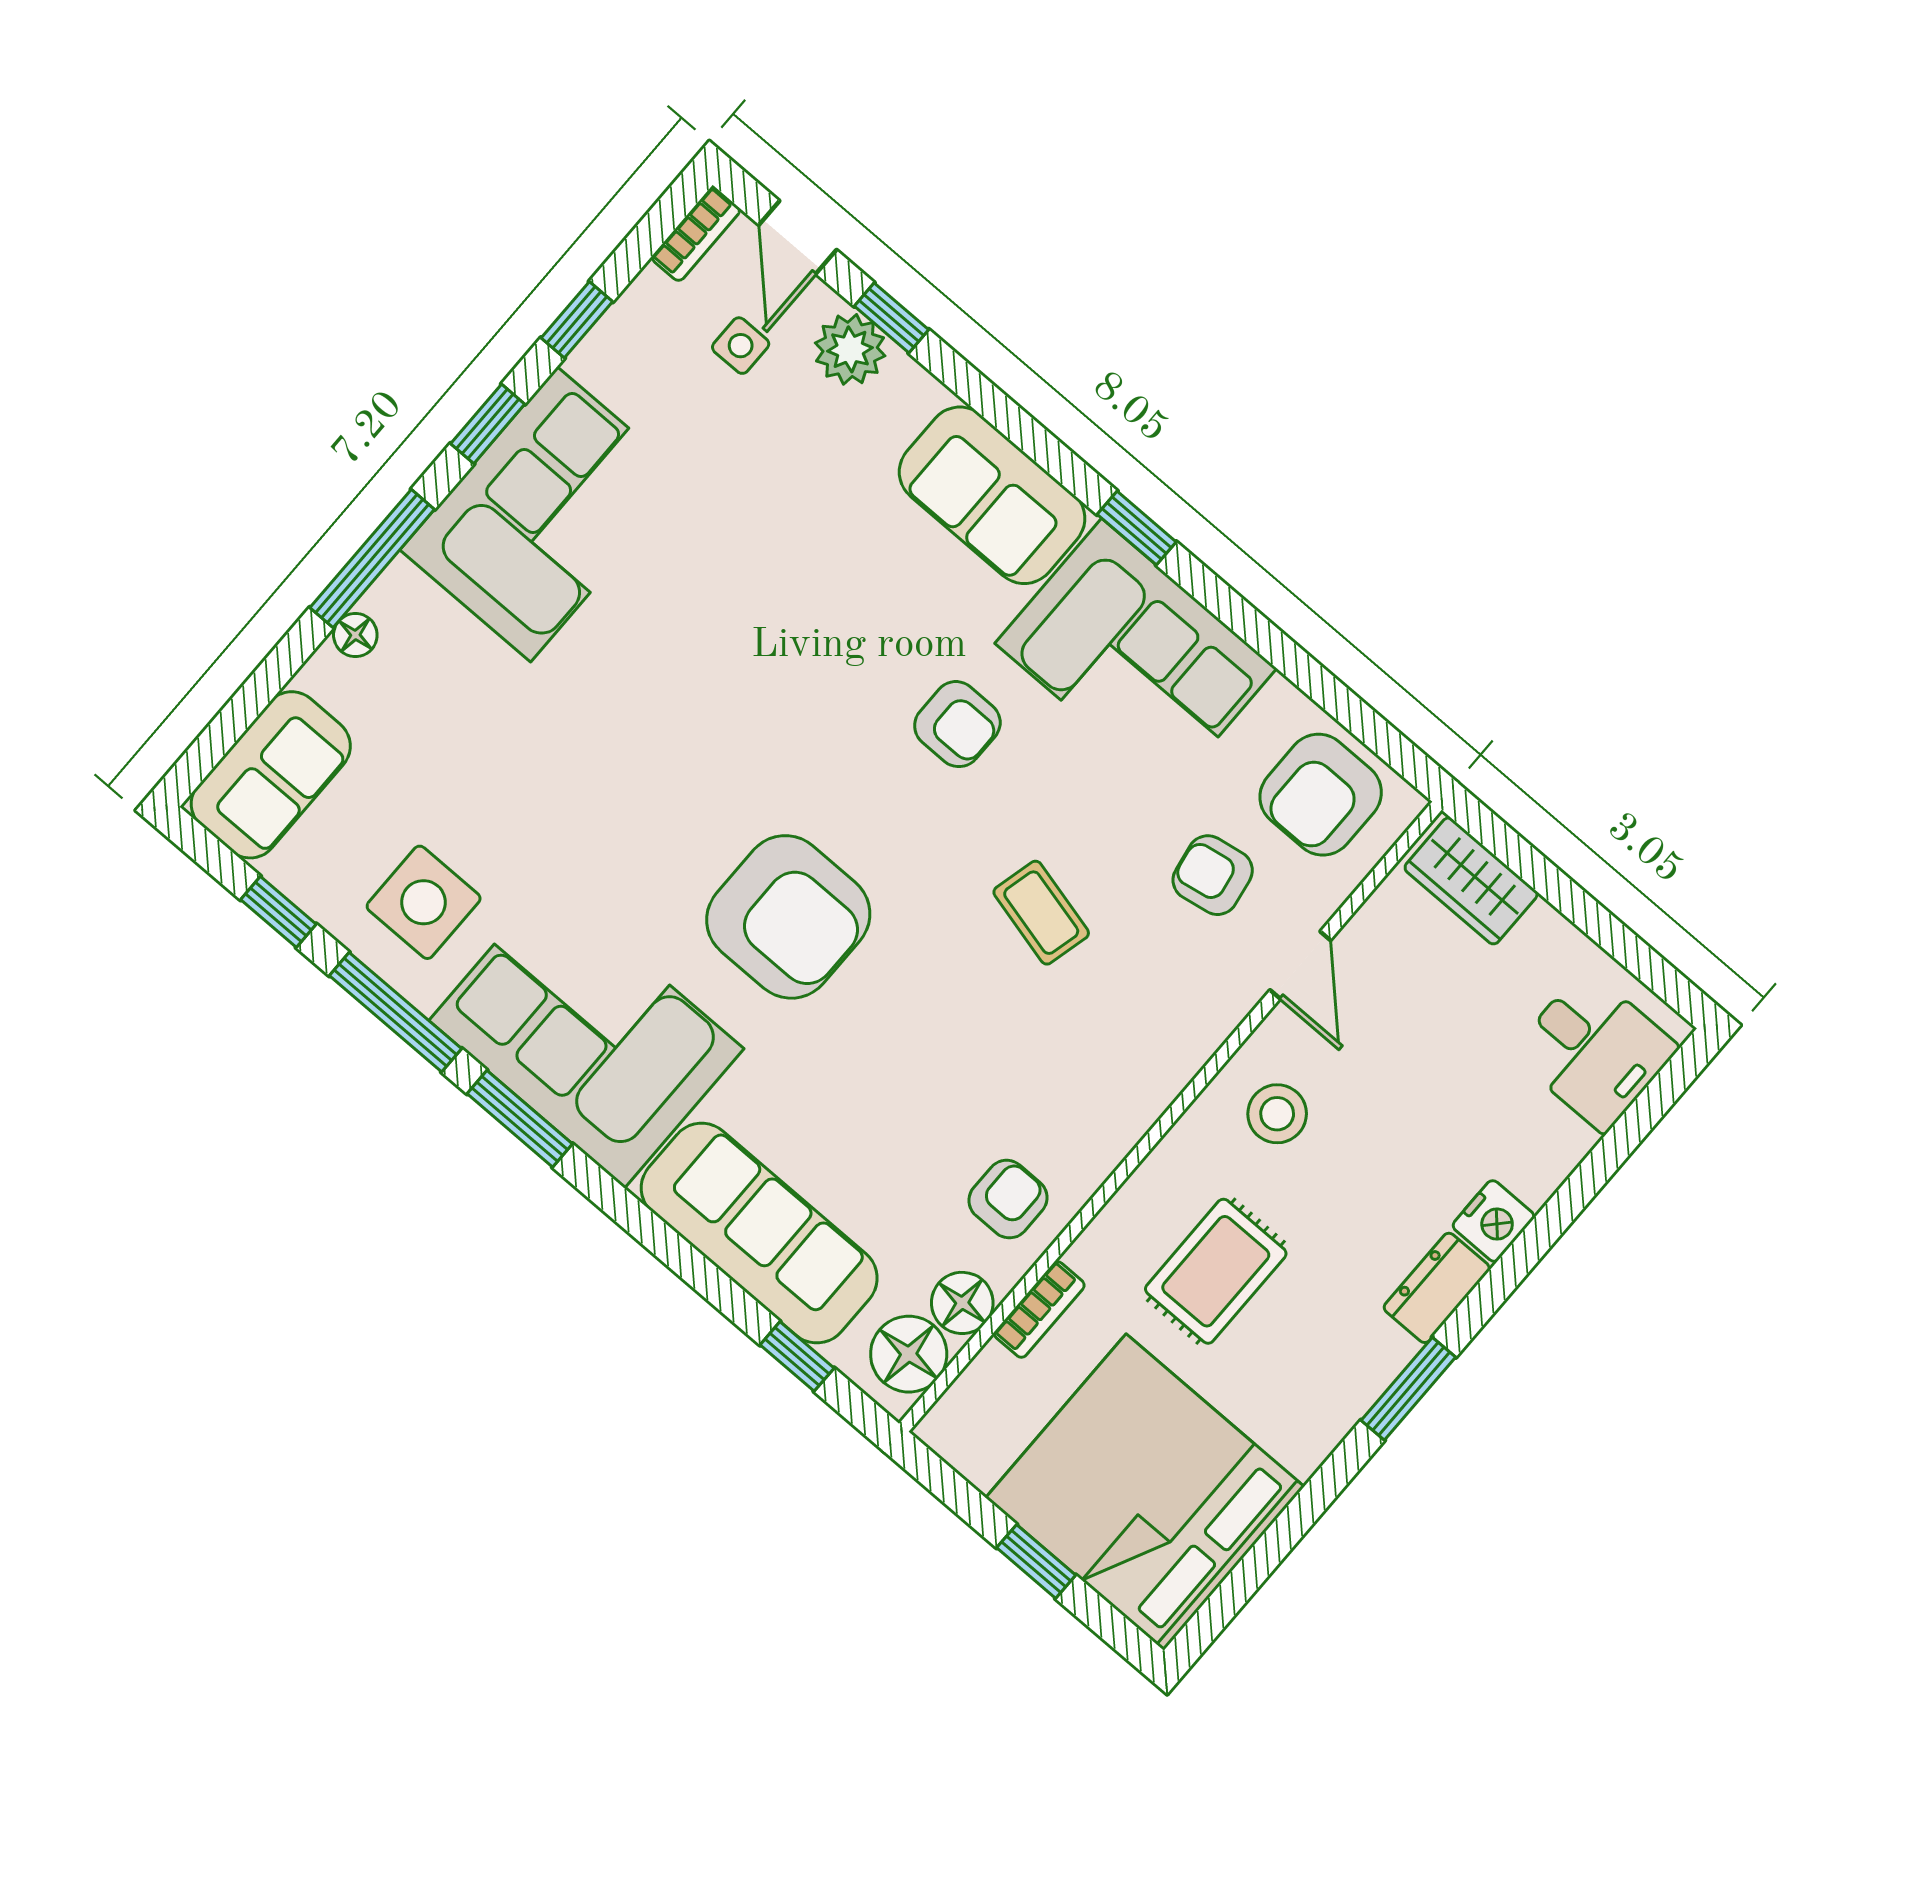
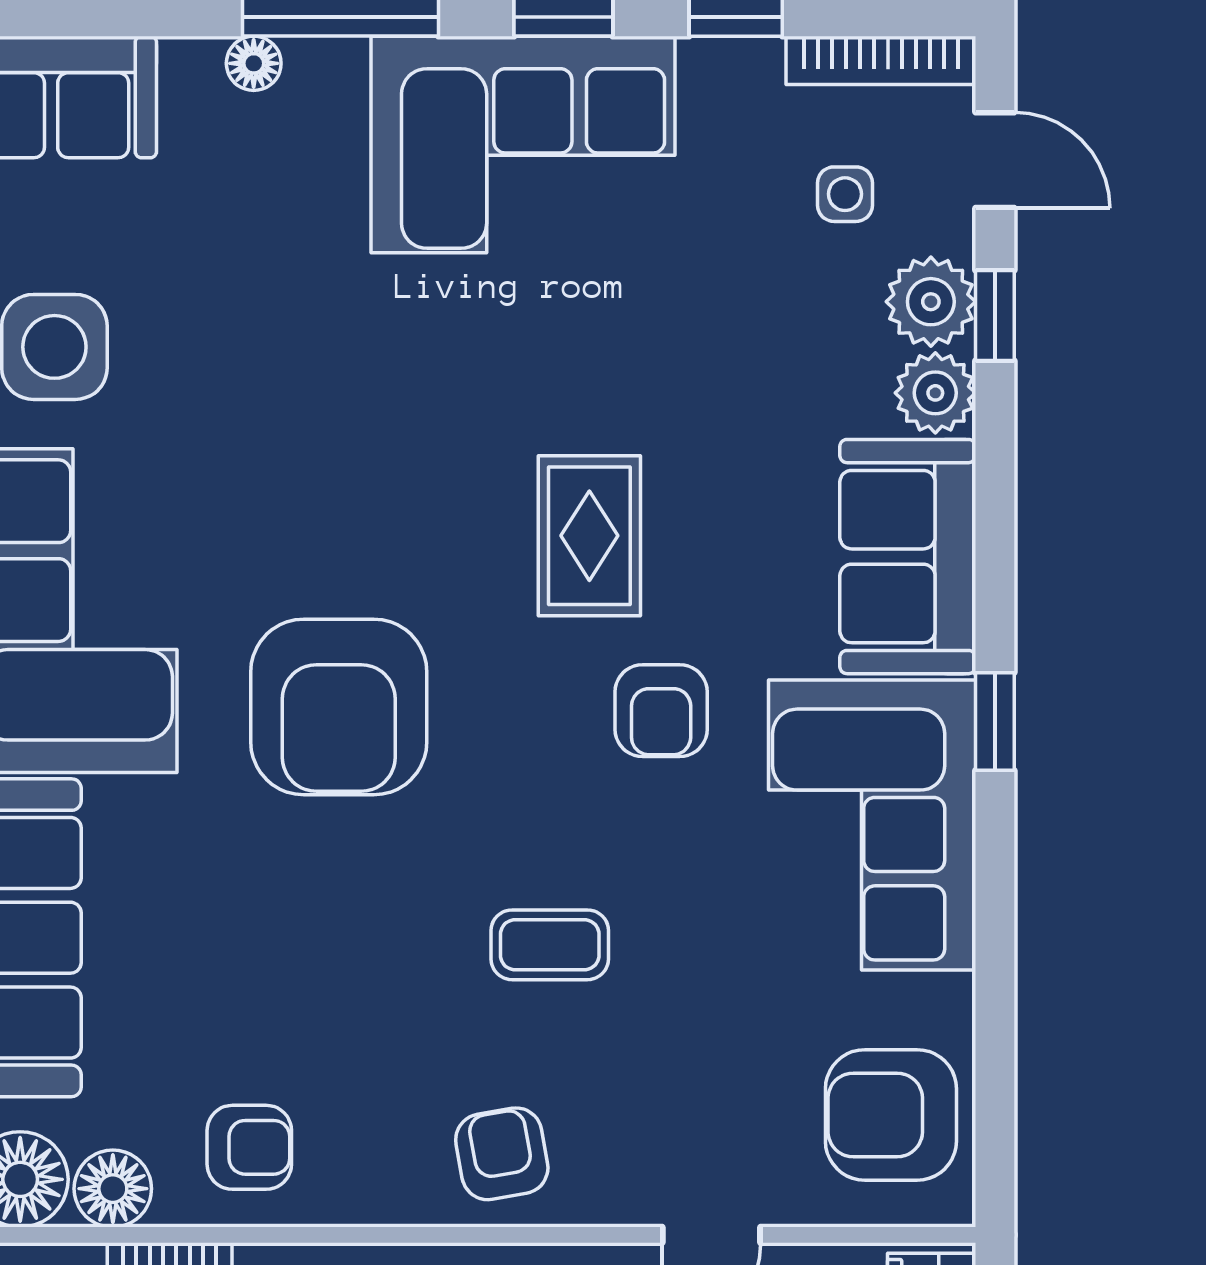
bookcase: (696, 234) -> (881, 60), width x1.56
door: (798, 237) -> (995, 160), swing flipped
plant: (907, 394) -> (935, 393), added
rug: (815, 677) -> (589, 536), added
armchair: (1213, 875) -> (502, 1154), moved
coffee table: (1041, 913) -> (550, 945), turned 76

